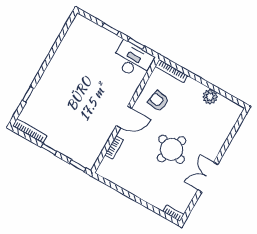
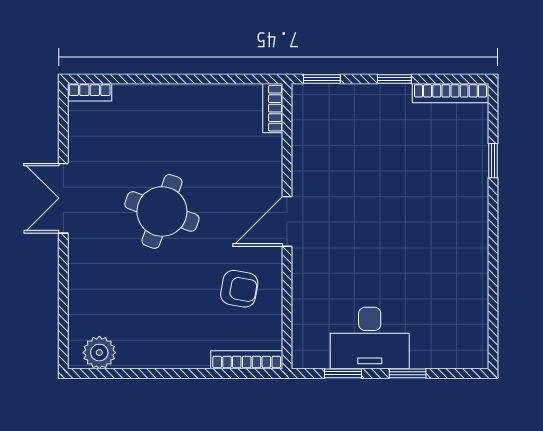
desk: (132, 60) -> (370, 338), moved
plant: (210, 97) -> (99, 353), moved
bookcase: (114, 147) -> (273, 108), moved
double door: (208, 177) -> (63, 198), swing flipped

